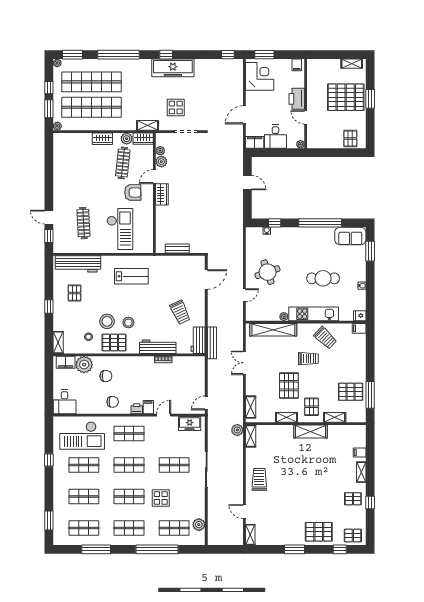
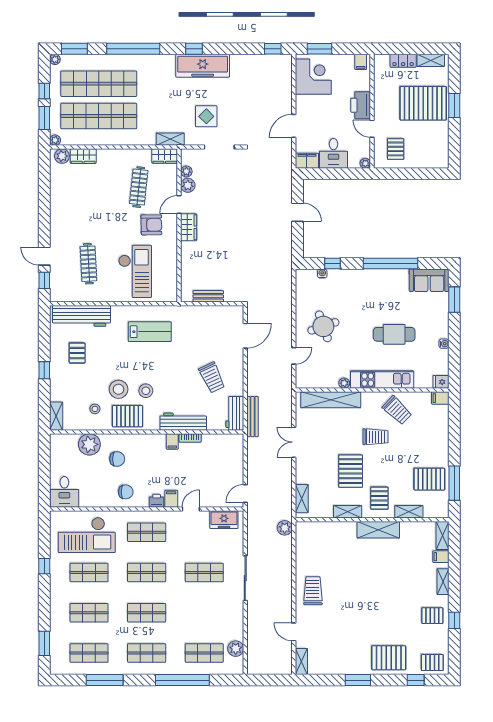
locker: (330, 64) -> (403, 61), added
wardrobe: (102, 139) -> (83, 156), moved
plant: (127, 139) -> (62, 156), moved
pallet: (350, 139) -> (396, 149), moved
filing cabinet: (66, 362) -> (172, 441), moved, width x0.50
shelving: (251, 436) -> (442, 535), moved
display table: (161, 498) -> (187, 615), removed

